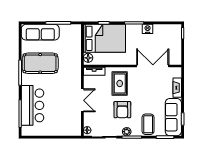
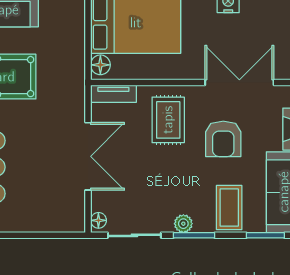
double door: (82, 100) -> (88, 156), width x1.37
armchair: (122, 110) -> (223, 139), moved

